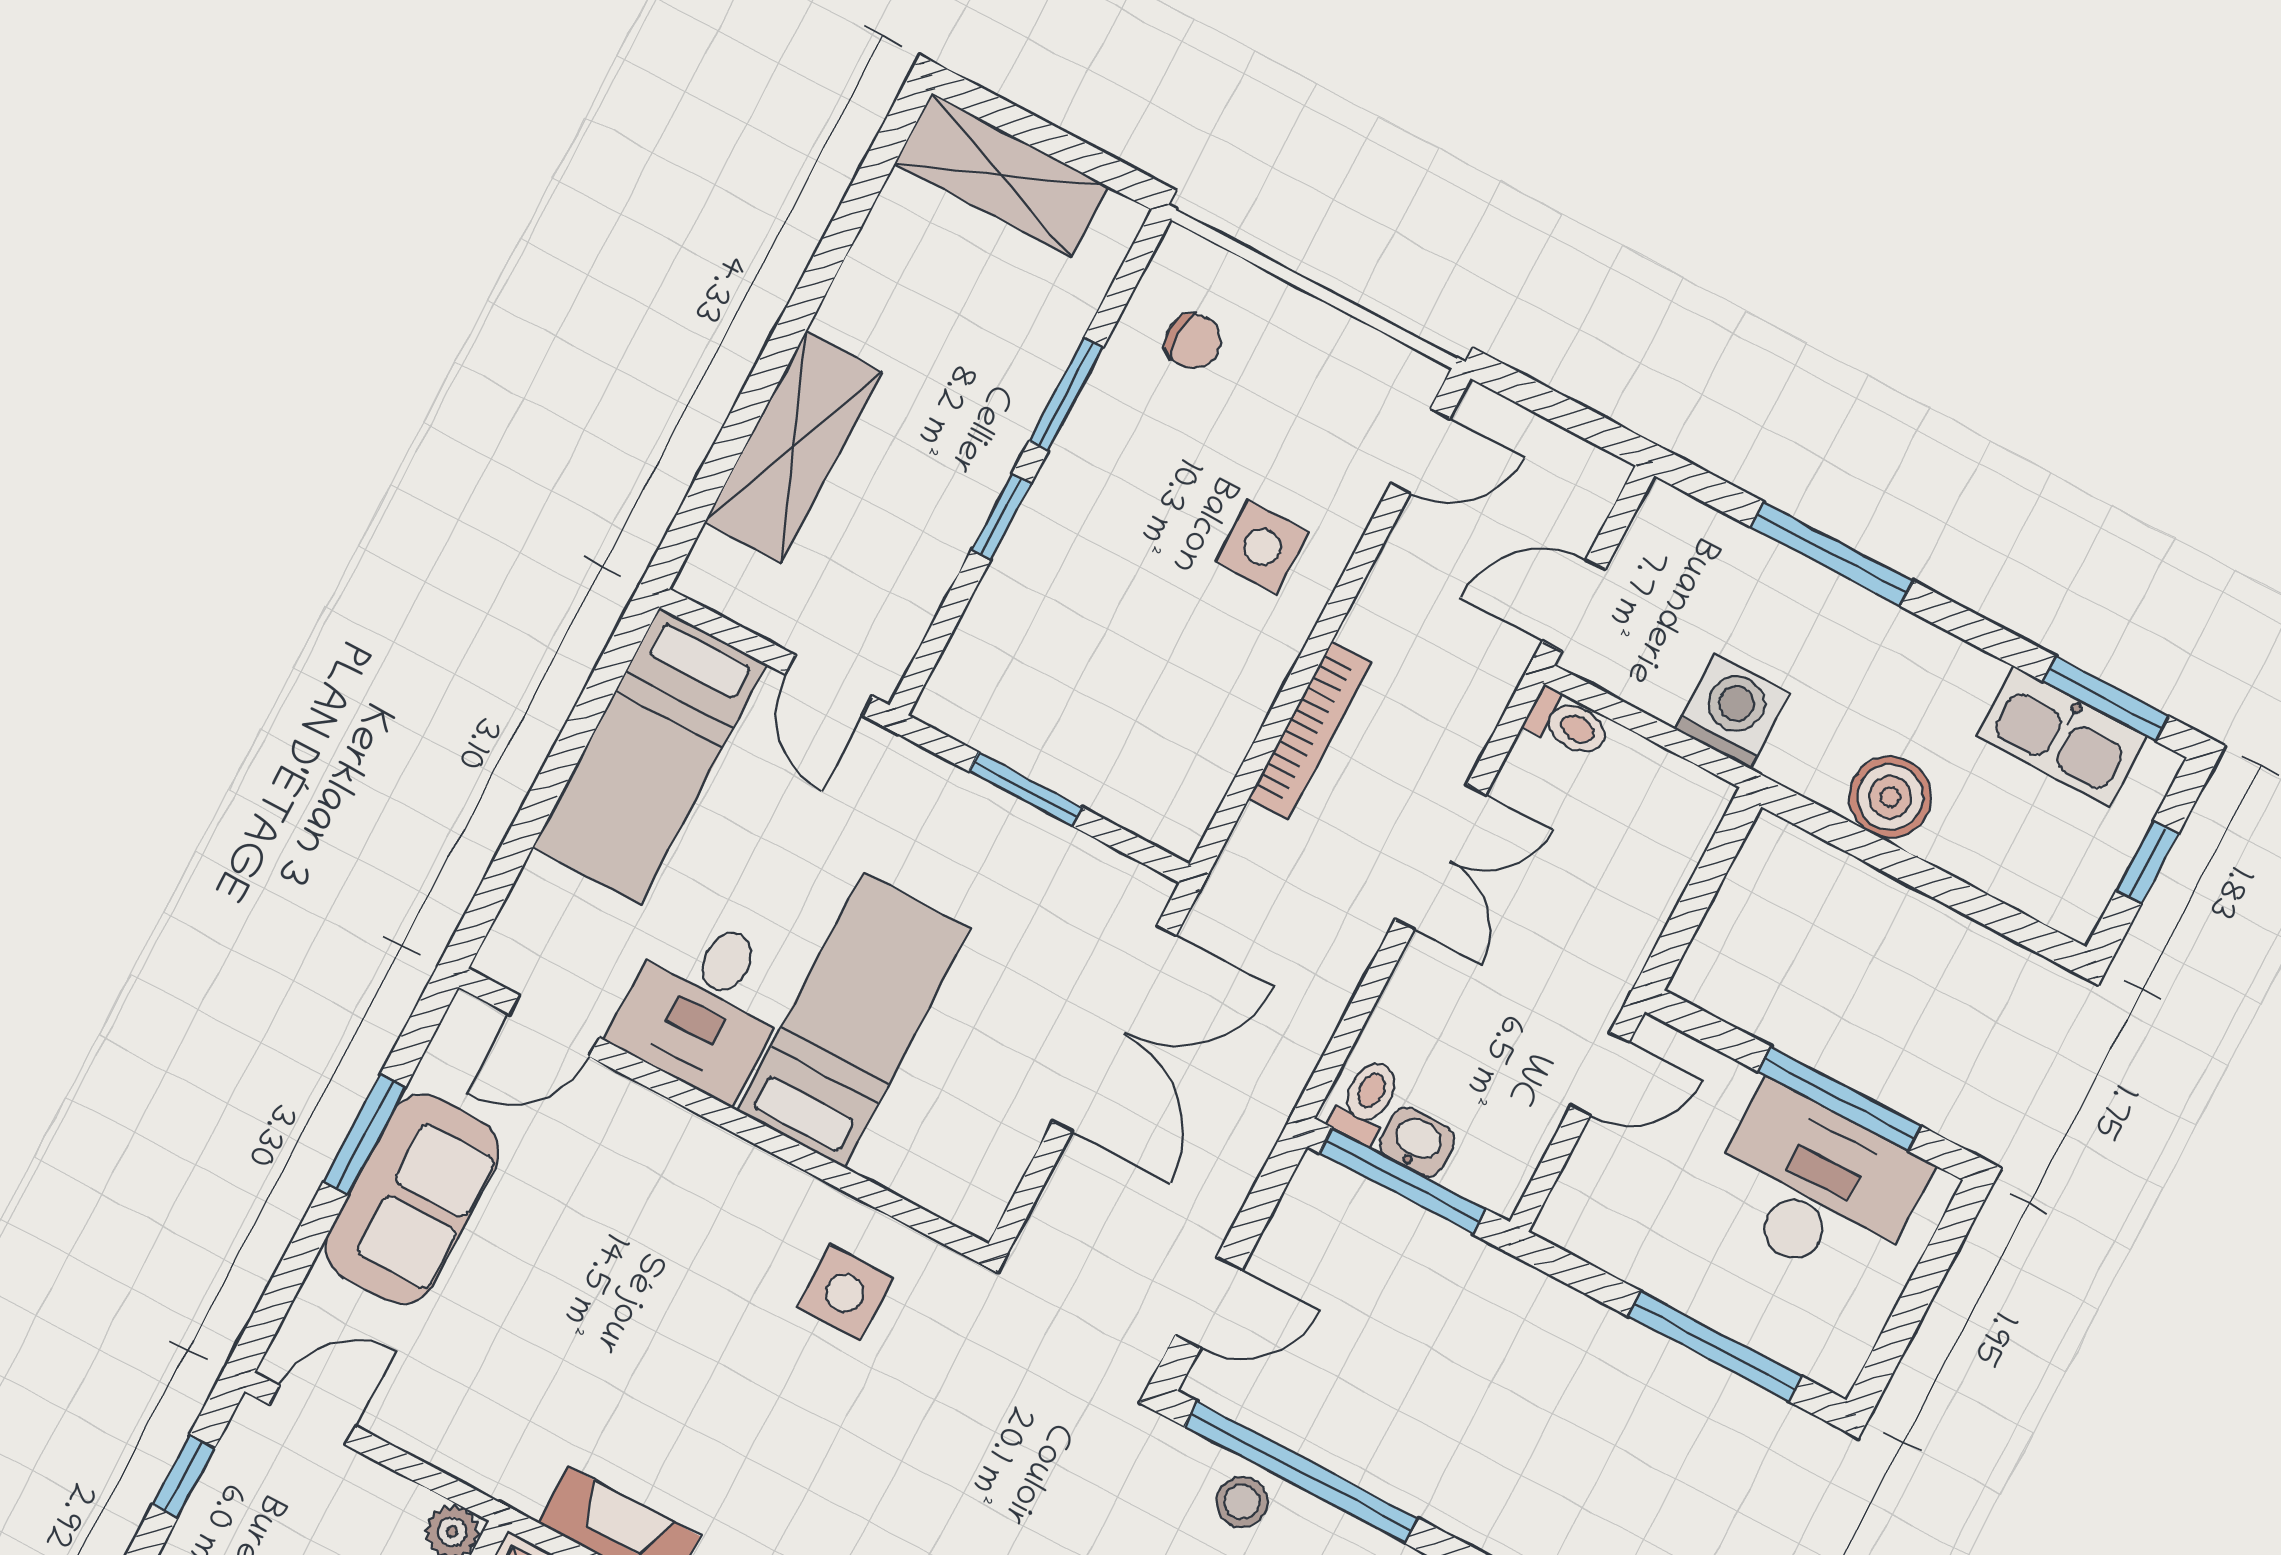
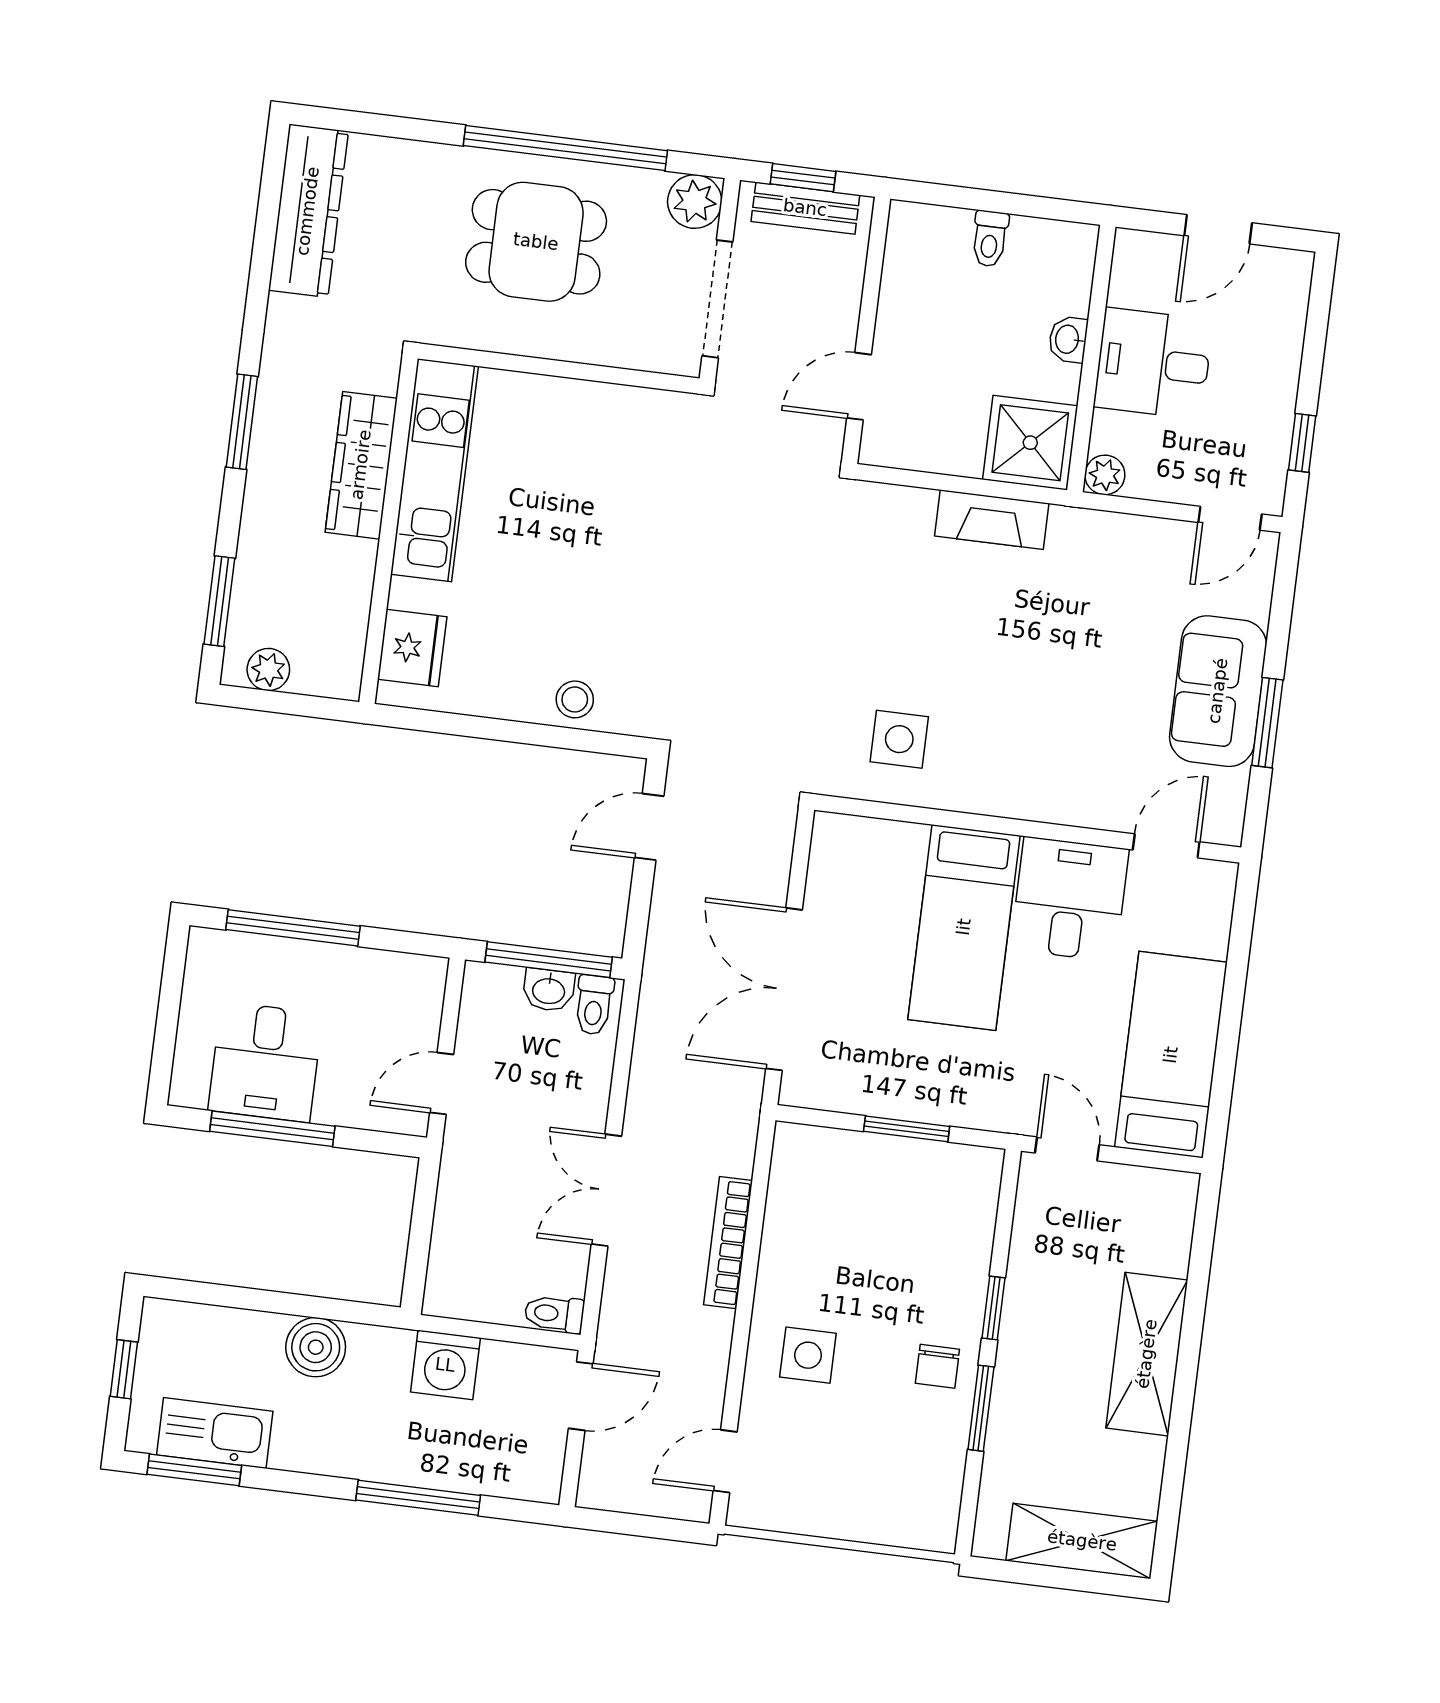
chair: (1193, 341) -> (937, 1366), moved, turned -90
shelving: (793, 447) -> (1147, 1354), moved
desk: (1816, 1188) -> (265, 1062), width x0.73
window: (1301, 1472) -> (542, 735), removed

